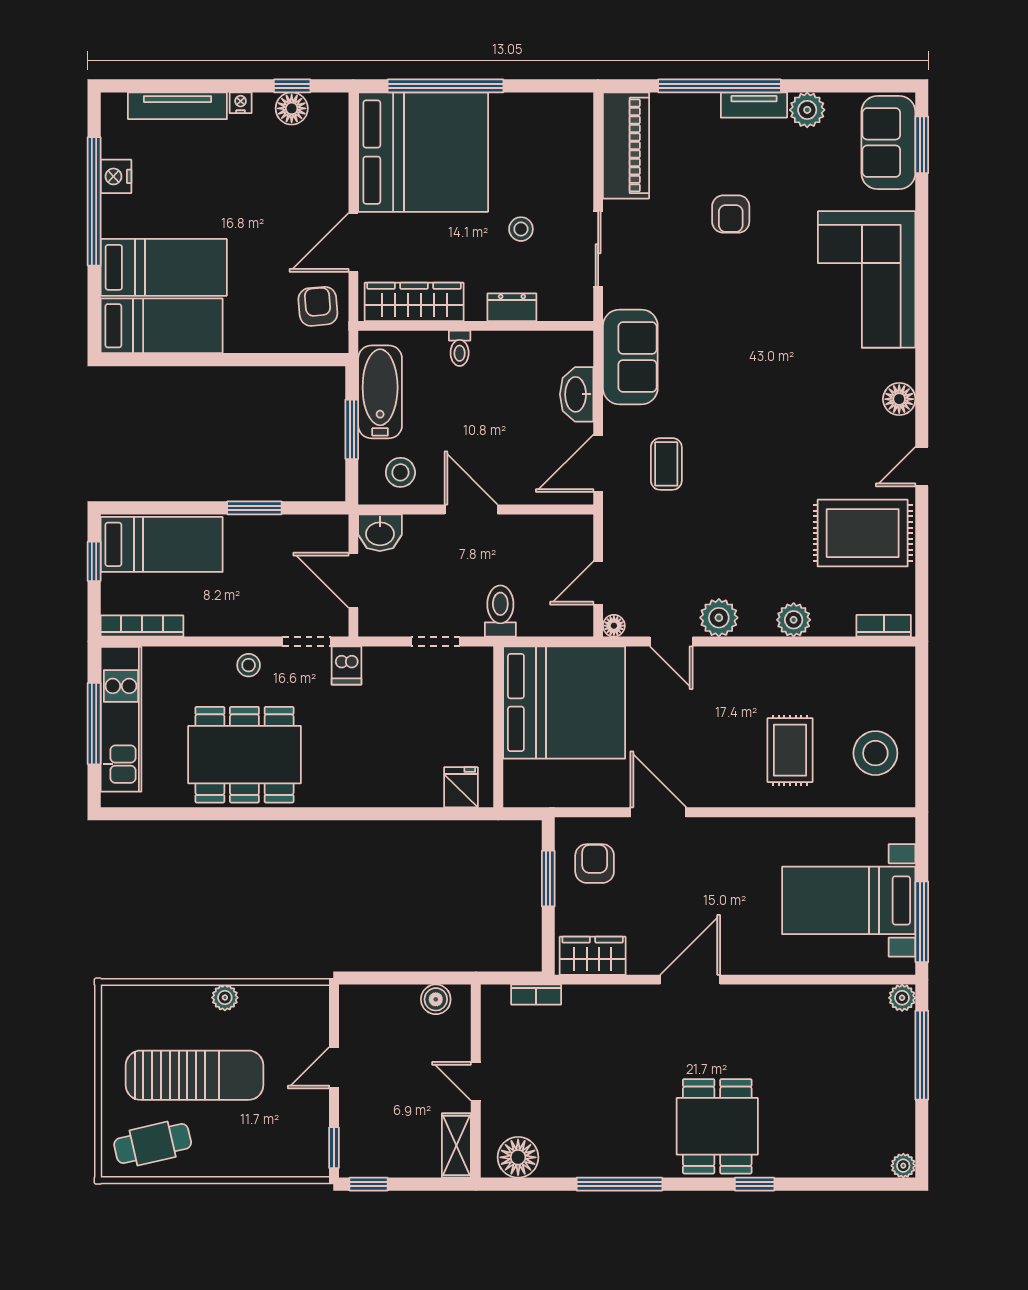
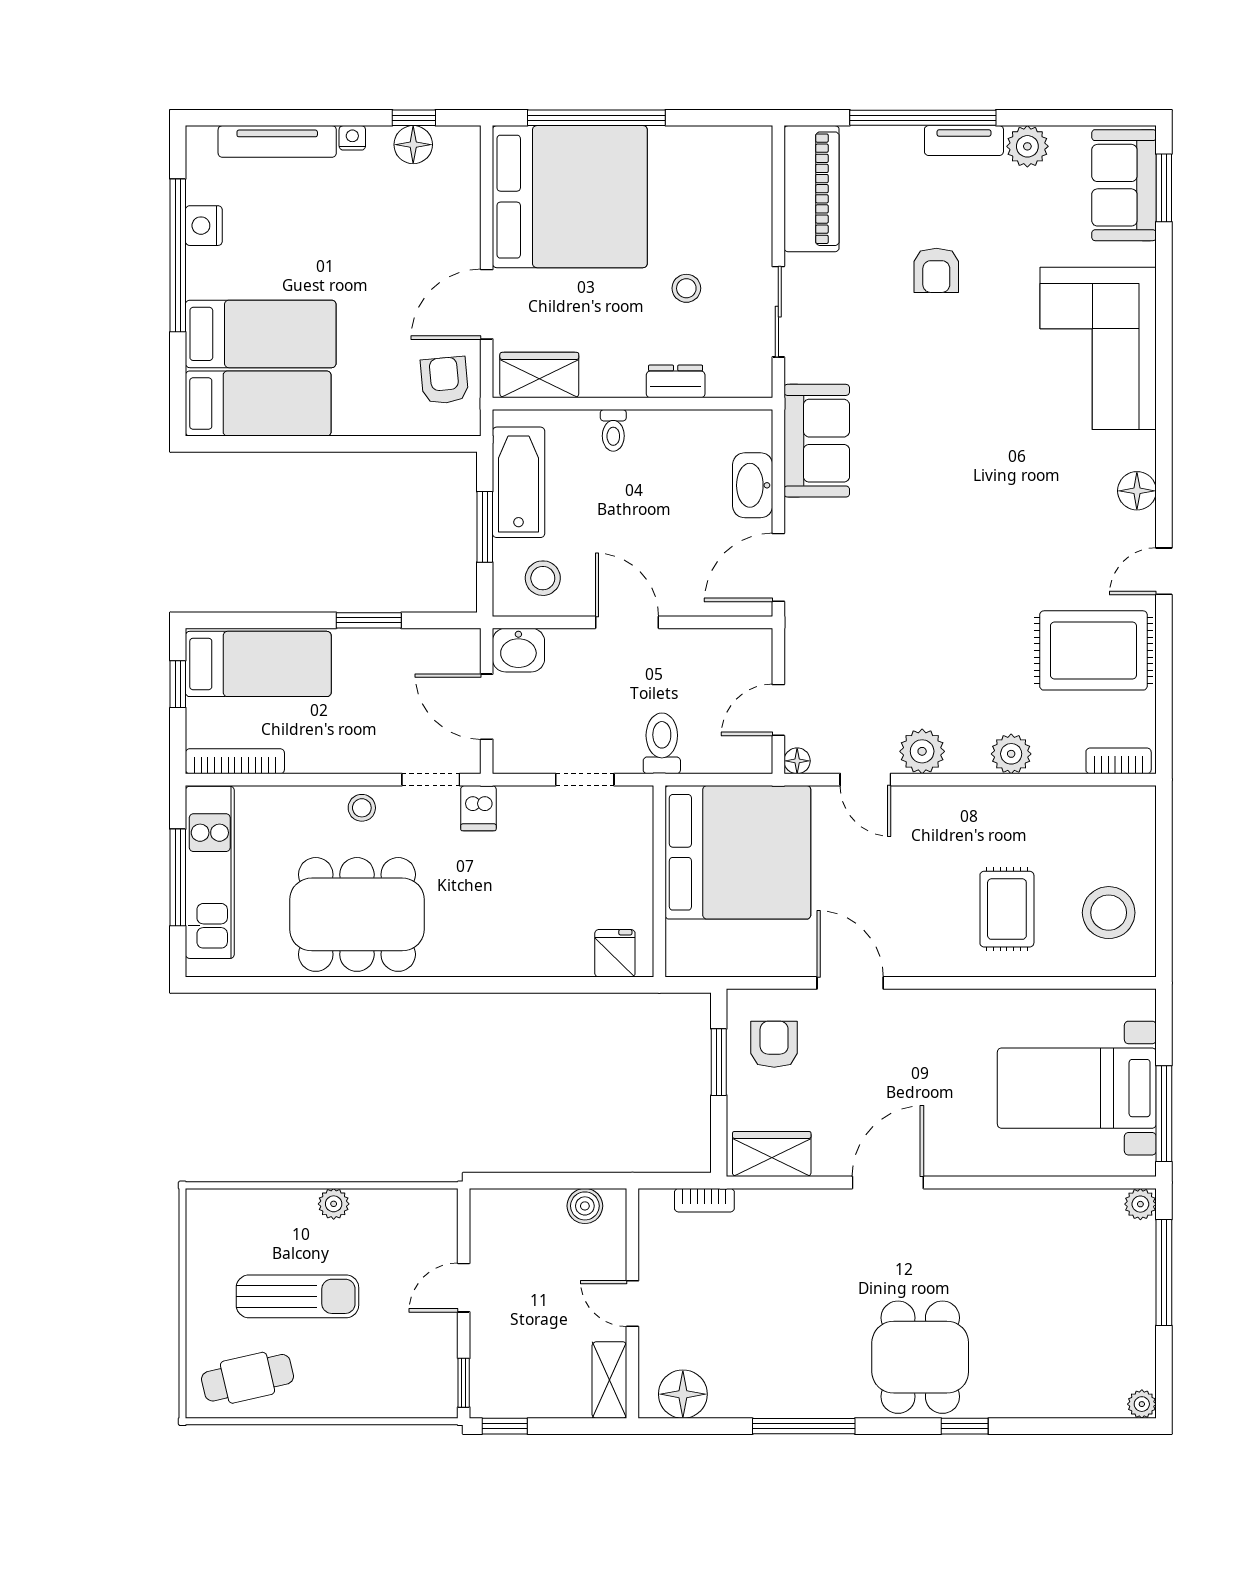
wardrobe: (414, 302) -> (539, 375), width x0.67
coffee table: (666, 464) -> (860, 568), removed
sun lounger: (195, 1075) -> (297, 1296), width x0.73, depth x0.75

